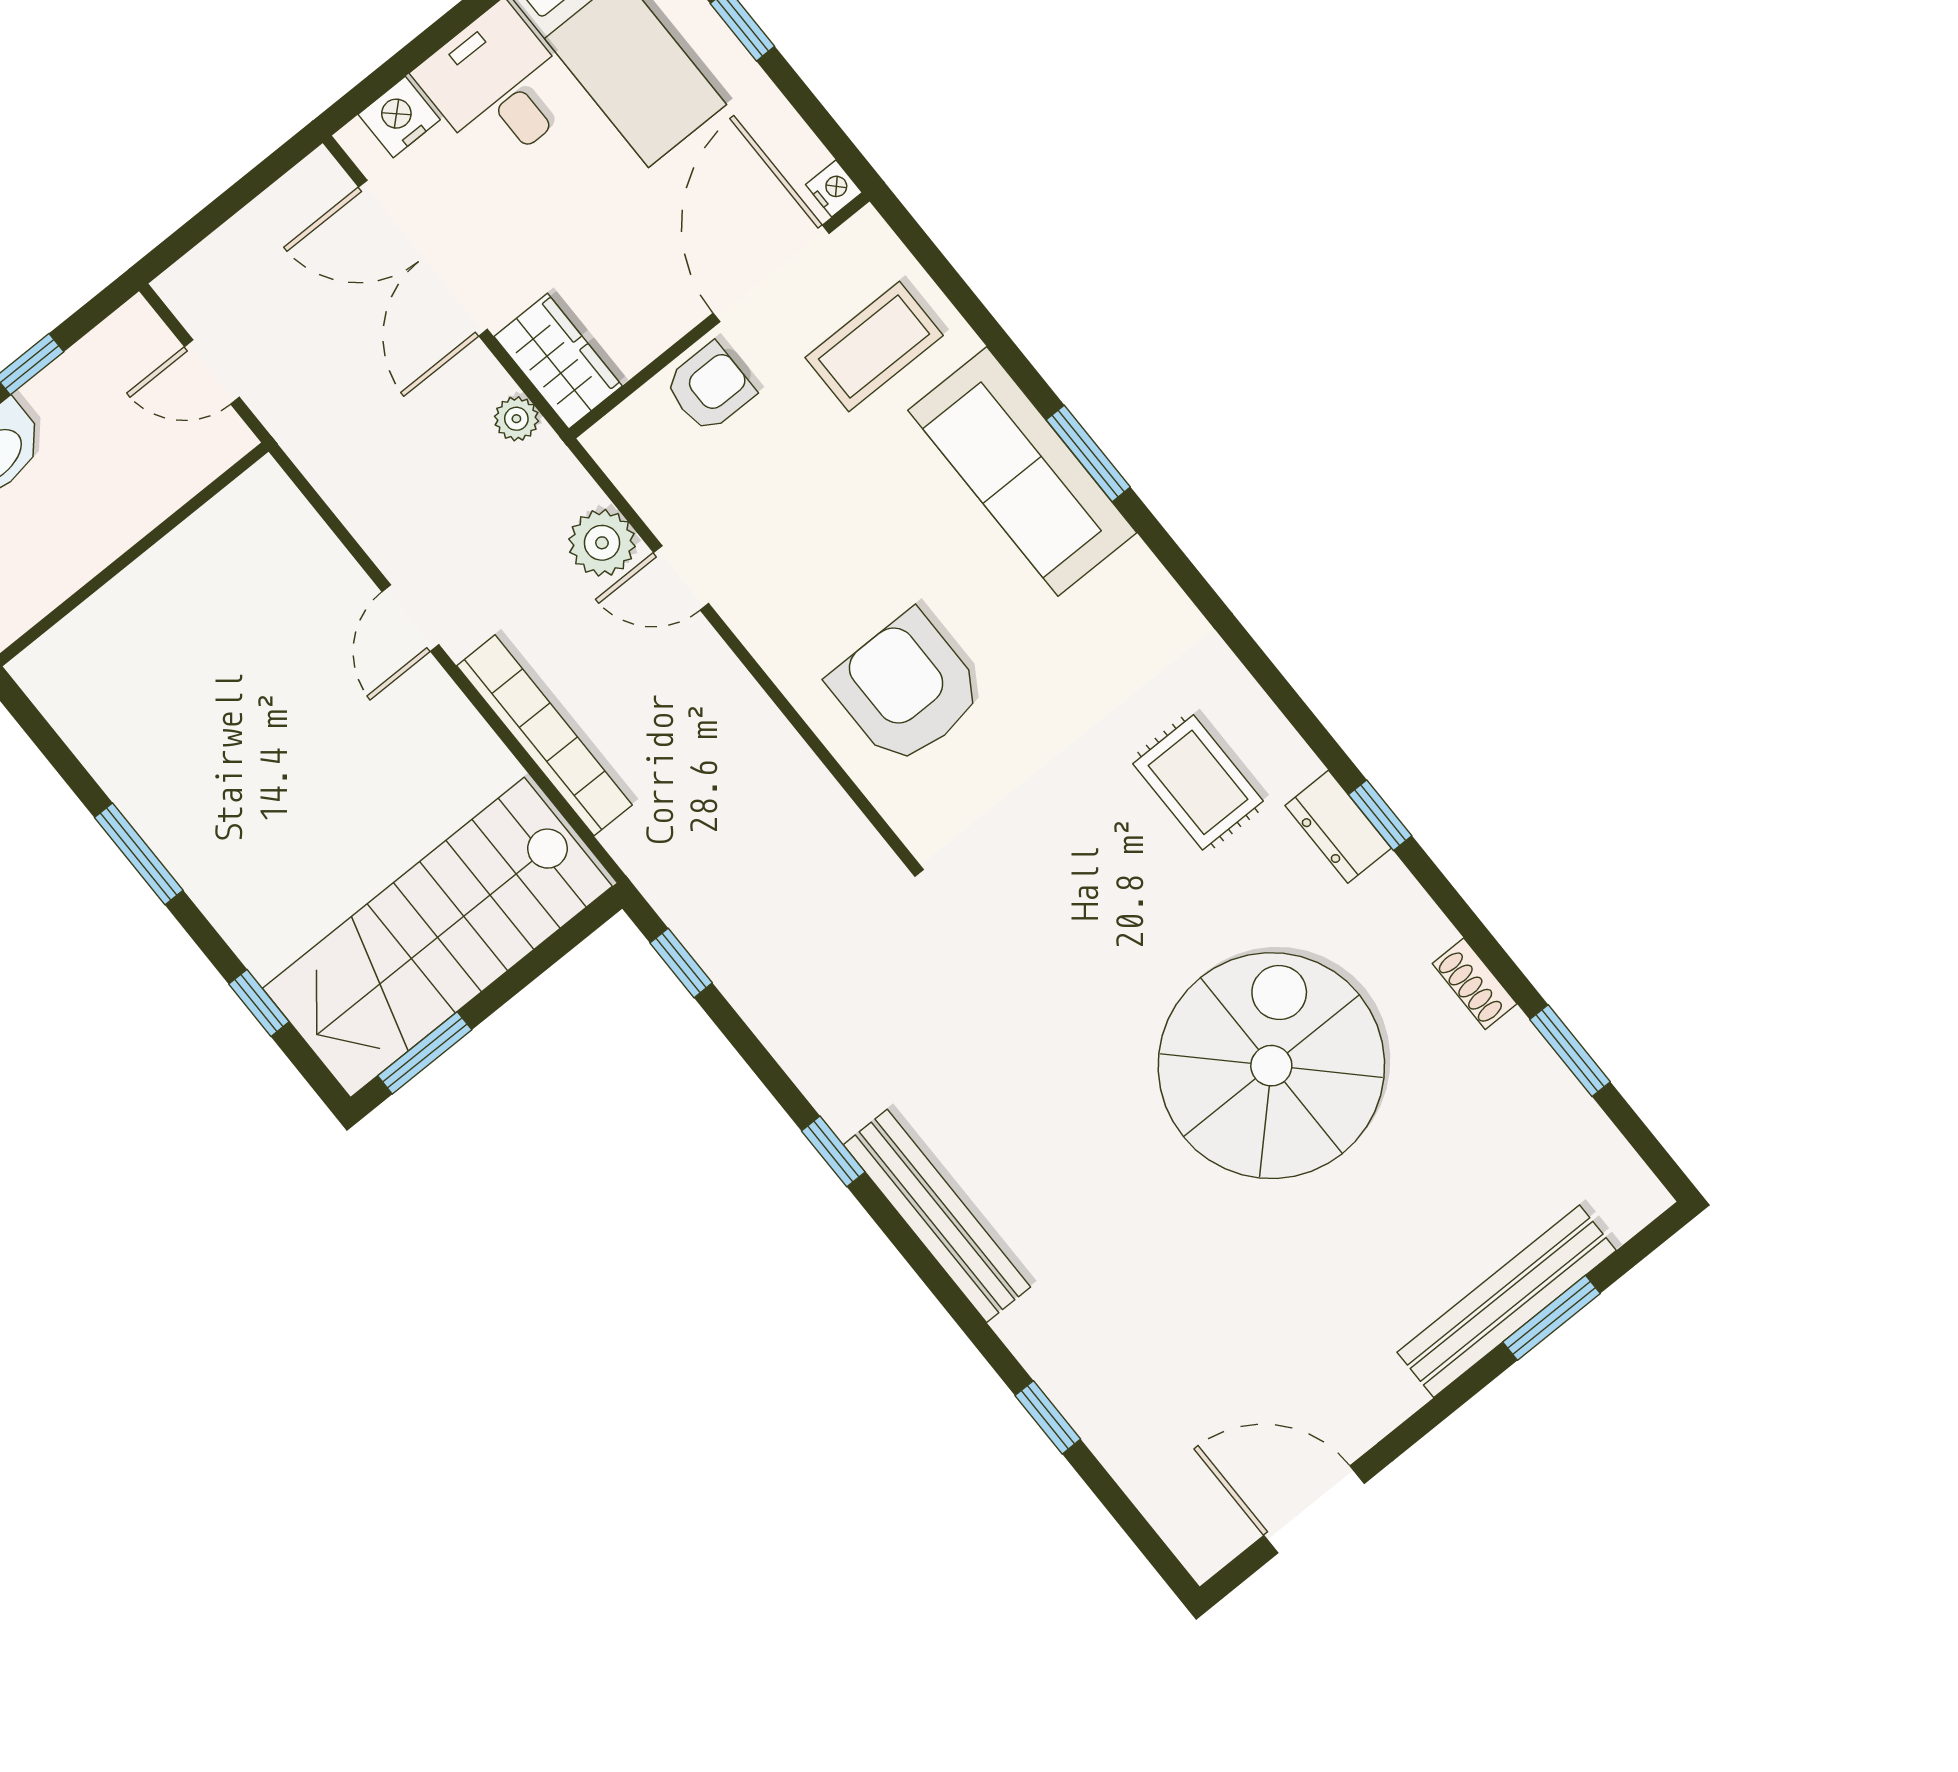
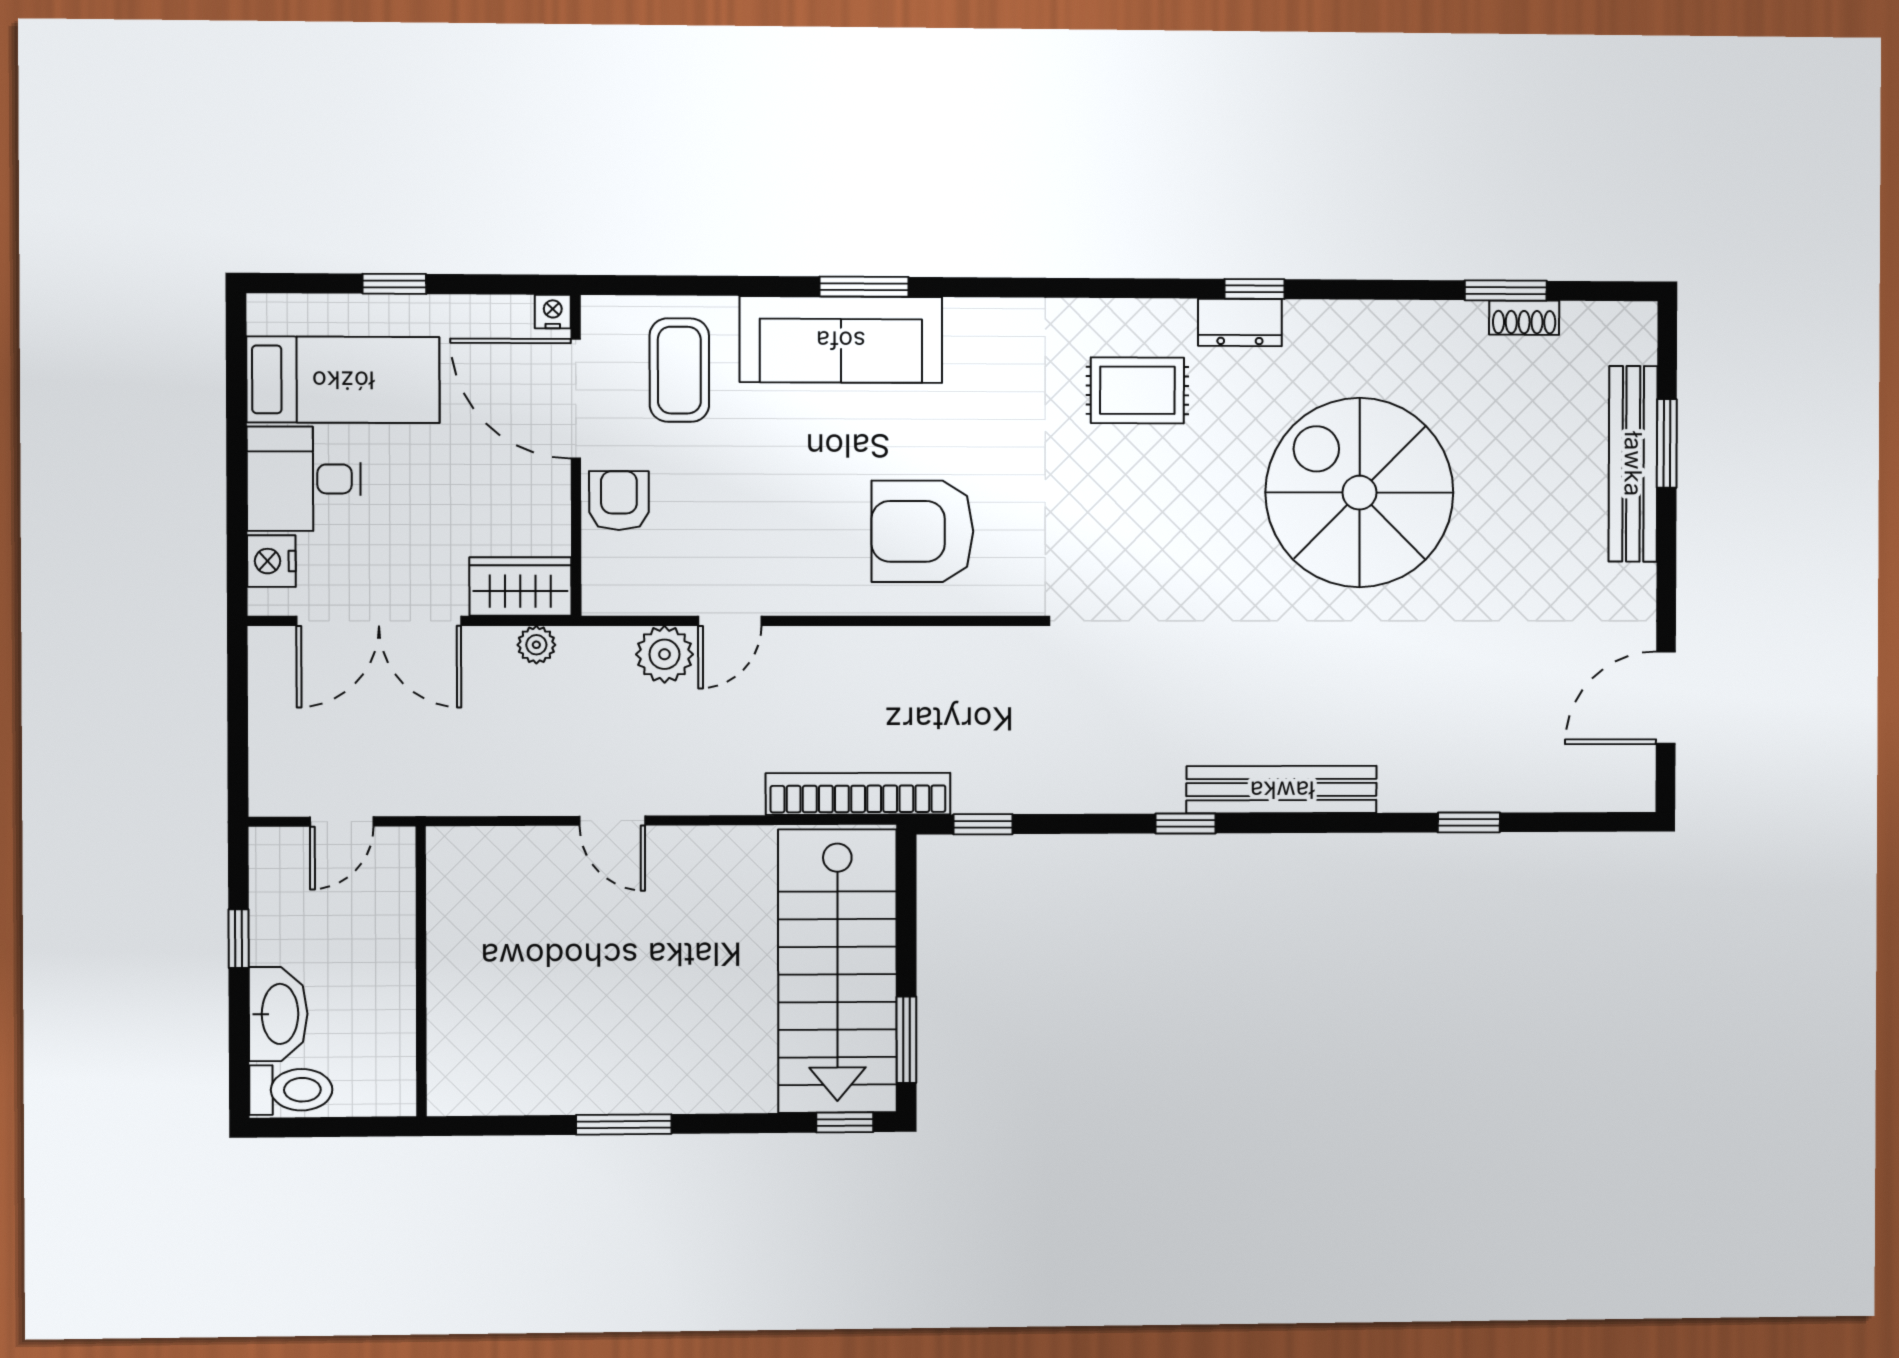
bookcase: (545, 735) -> (858, 794), moved
shoe rack: (1475, 984) -> (1524, 318), moved
window: (259, 1003) -> (845, 1122), moved

